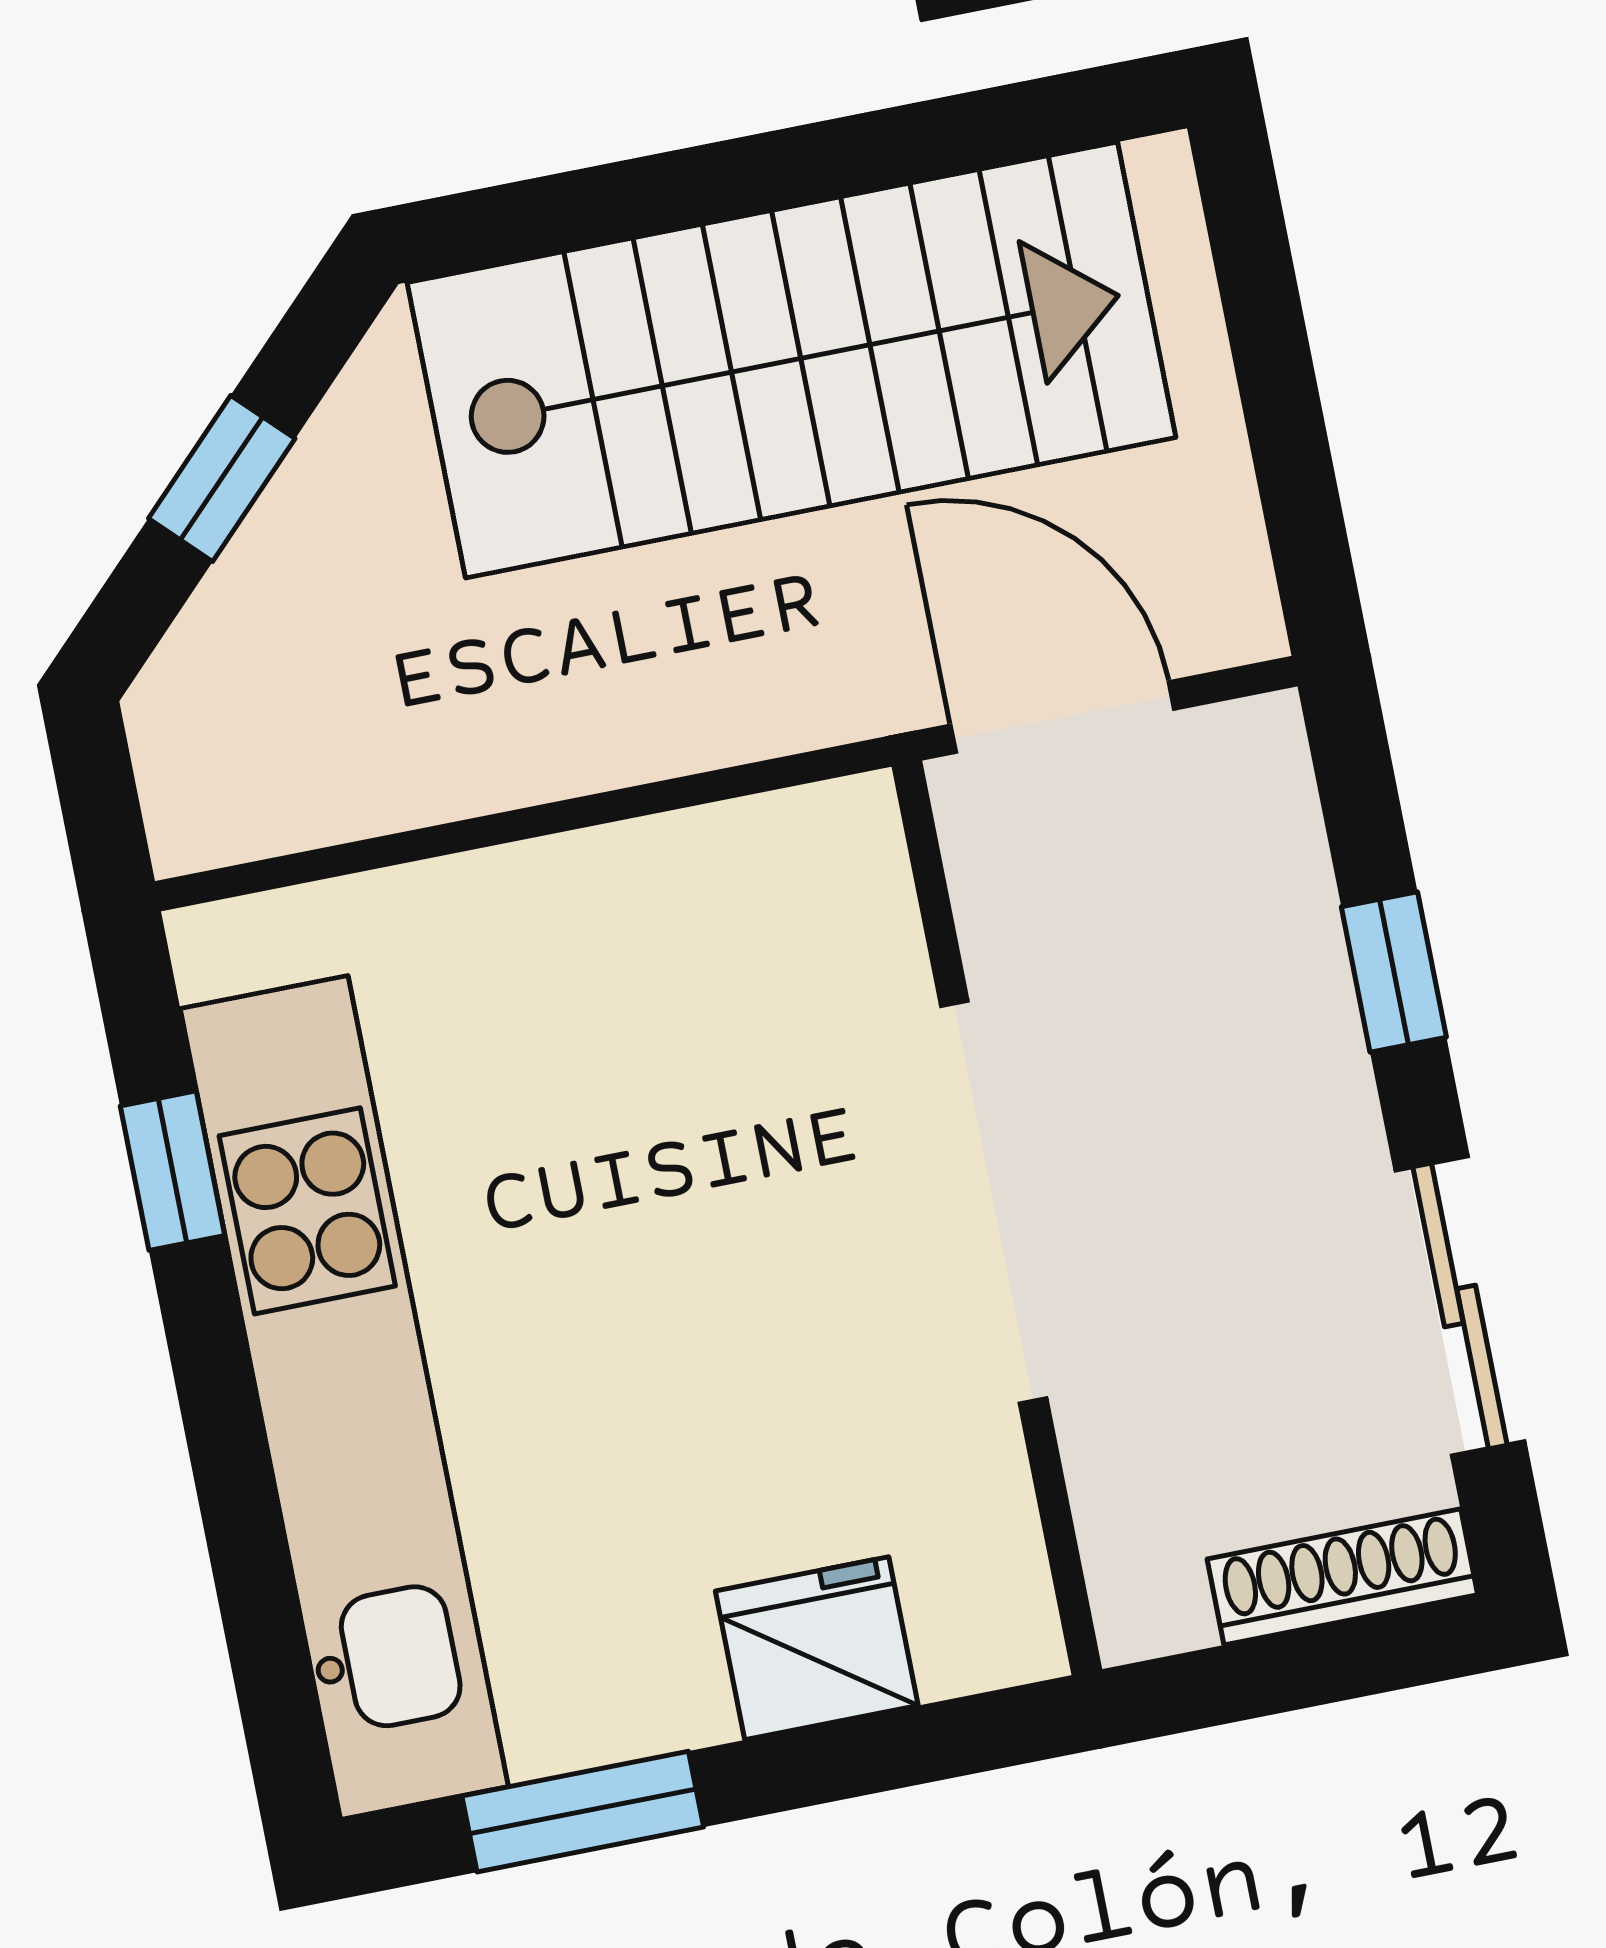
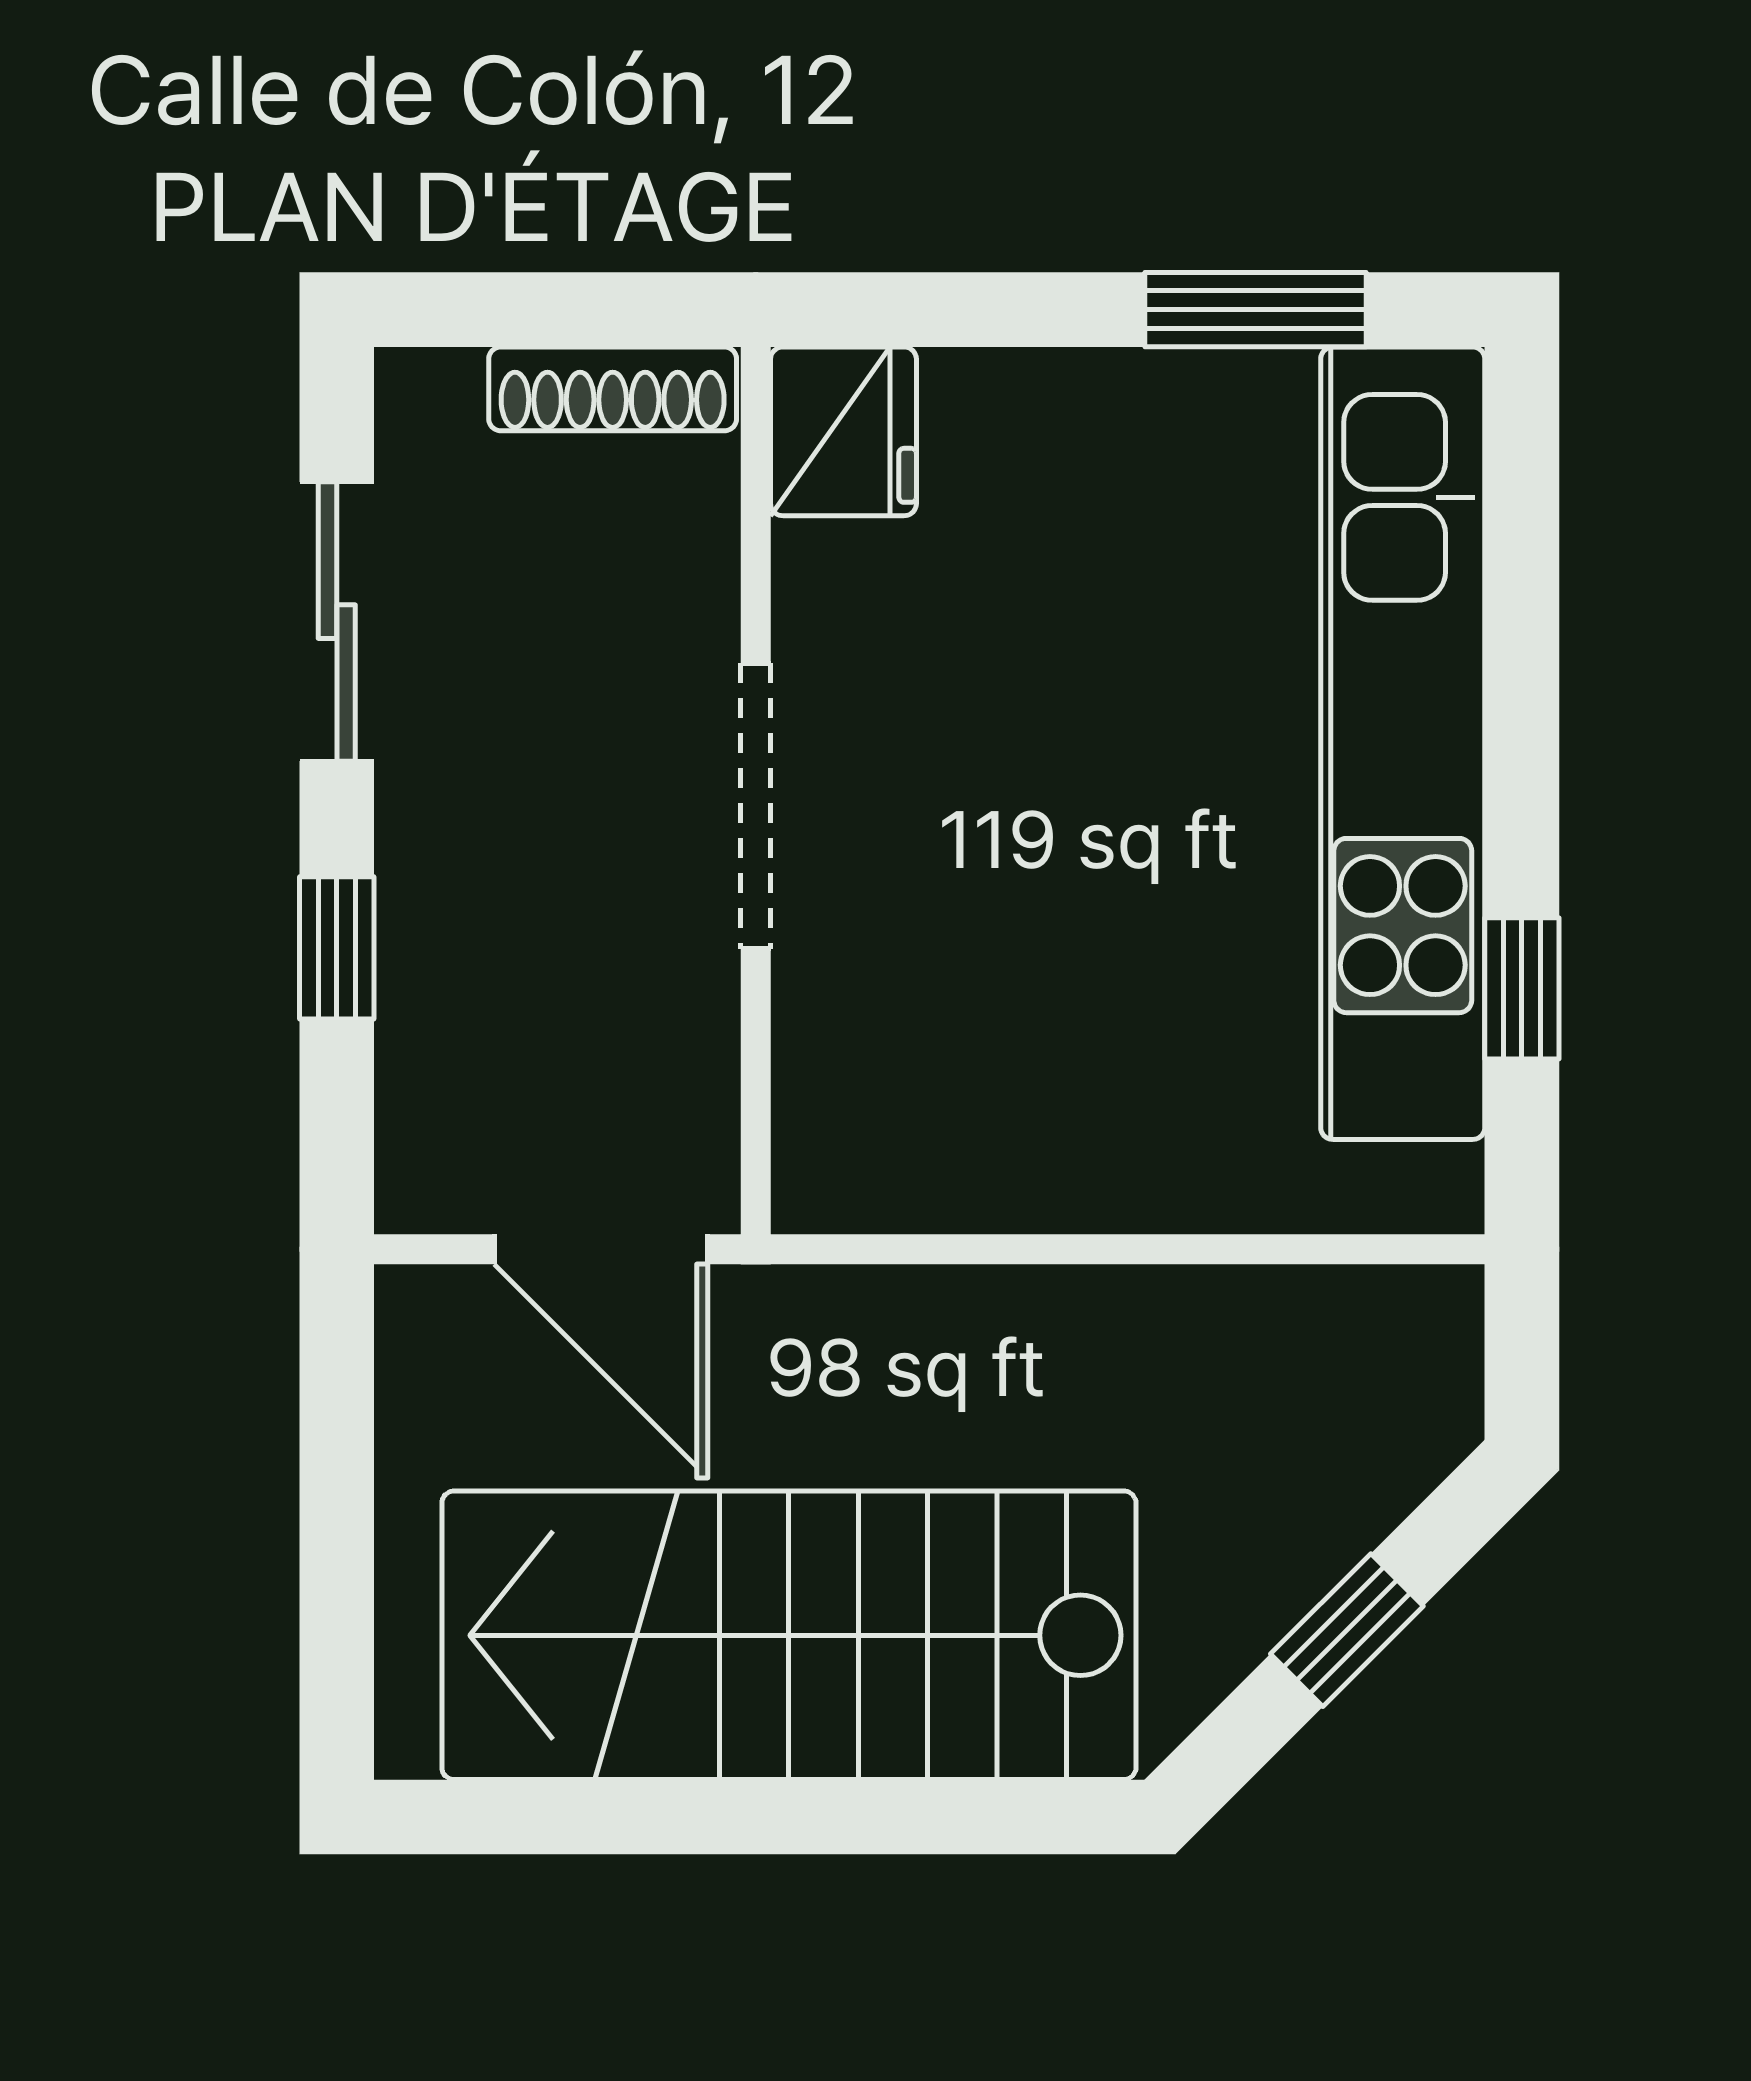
doorway: (994, 1202) -> (756, 806), width x0.73
shoe rack: (1342, 1577) -> (613, 389), moved
fridge: (817, 1648) -> (843, 431), moved, turned -90

